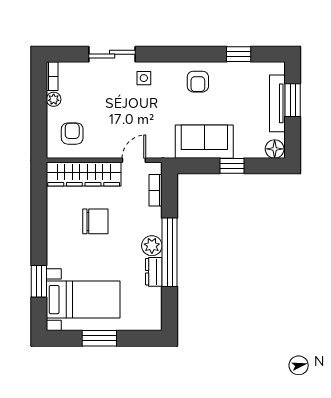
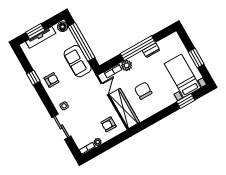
window: (239, 54) -> (33, 78), moved
door: (134, 160) -> (105, 89), swing flipped
window: (232, 166) -> (82, 42), width x3.17
plant: (152, 246) -> (127, 65), moved

